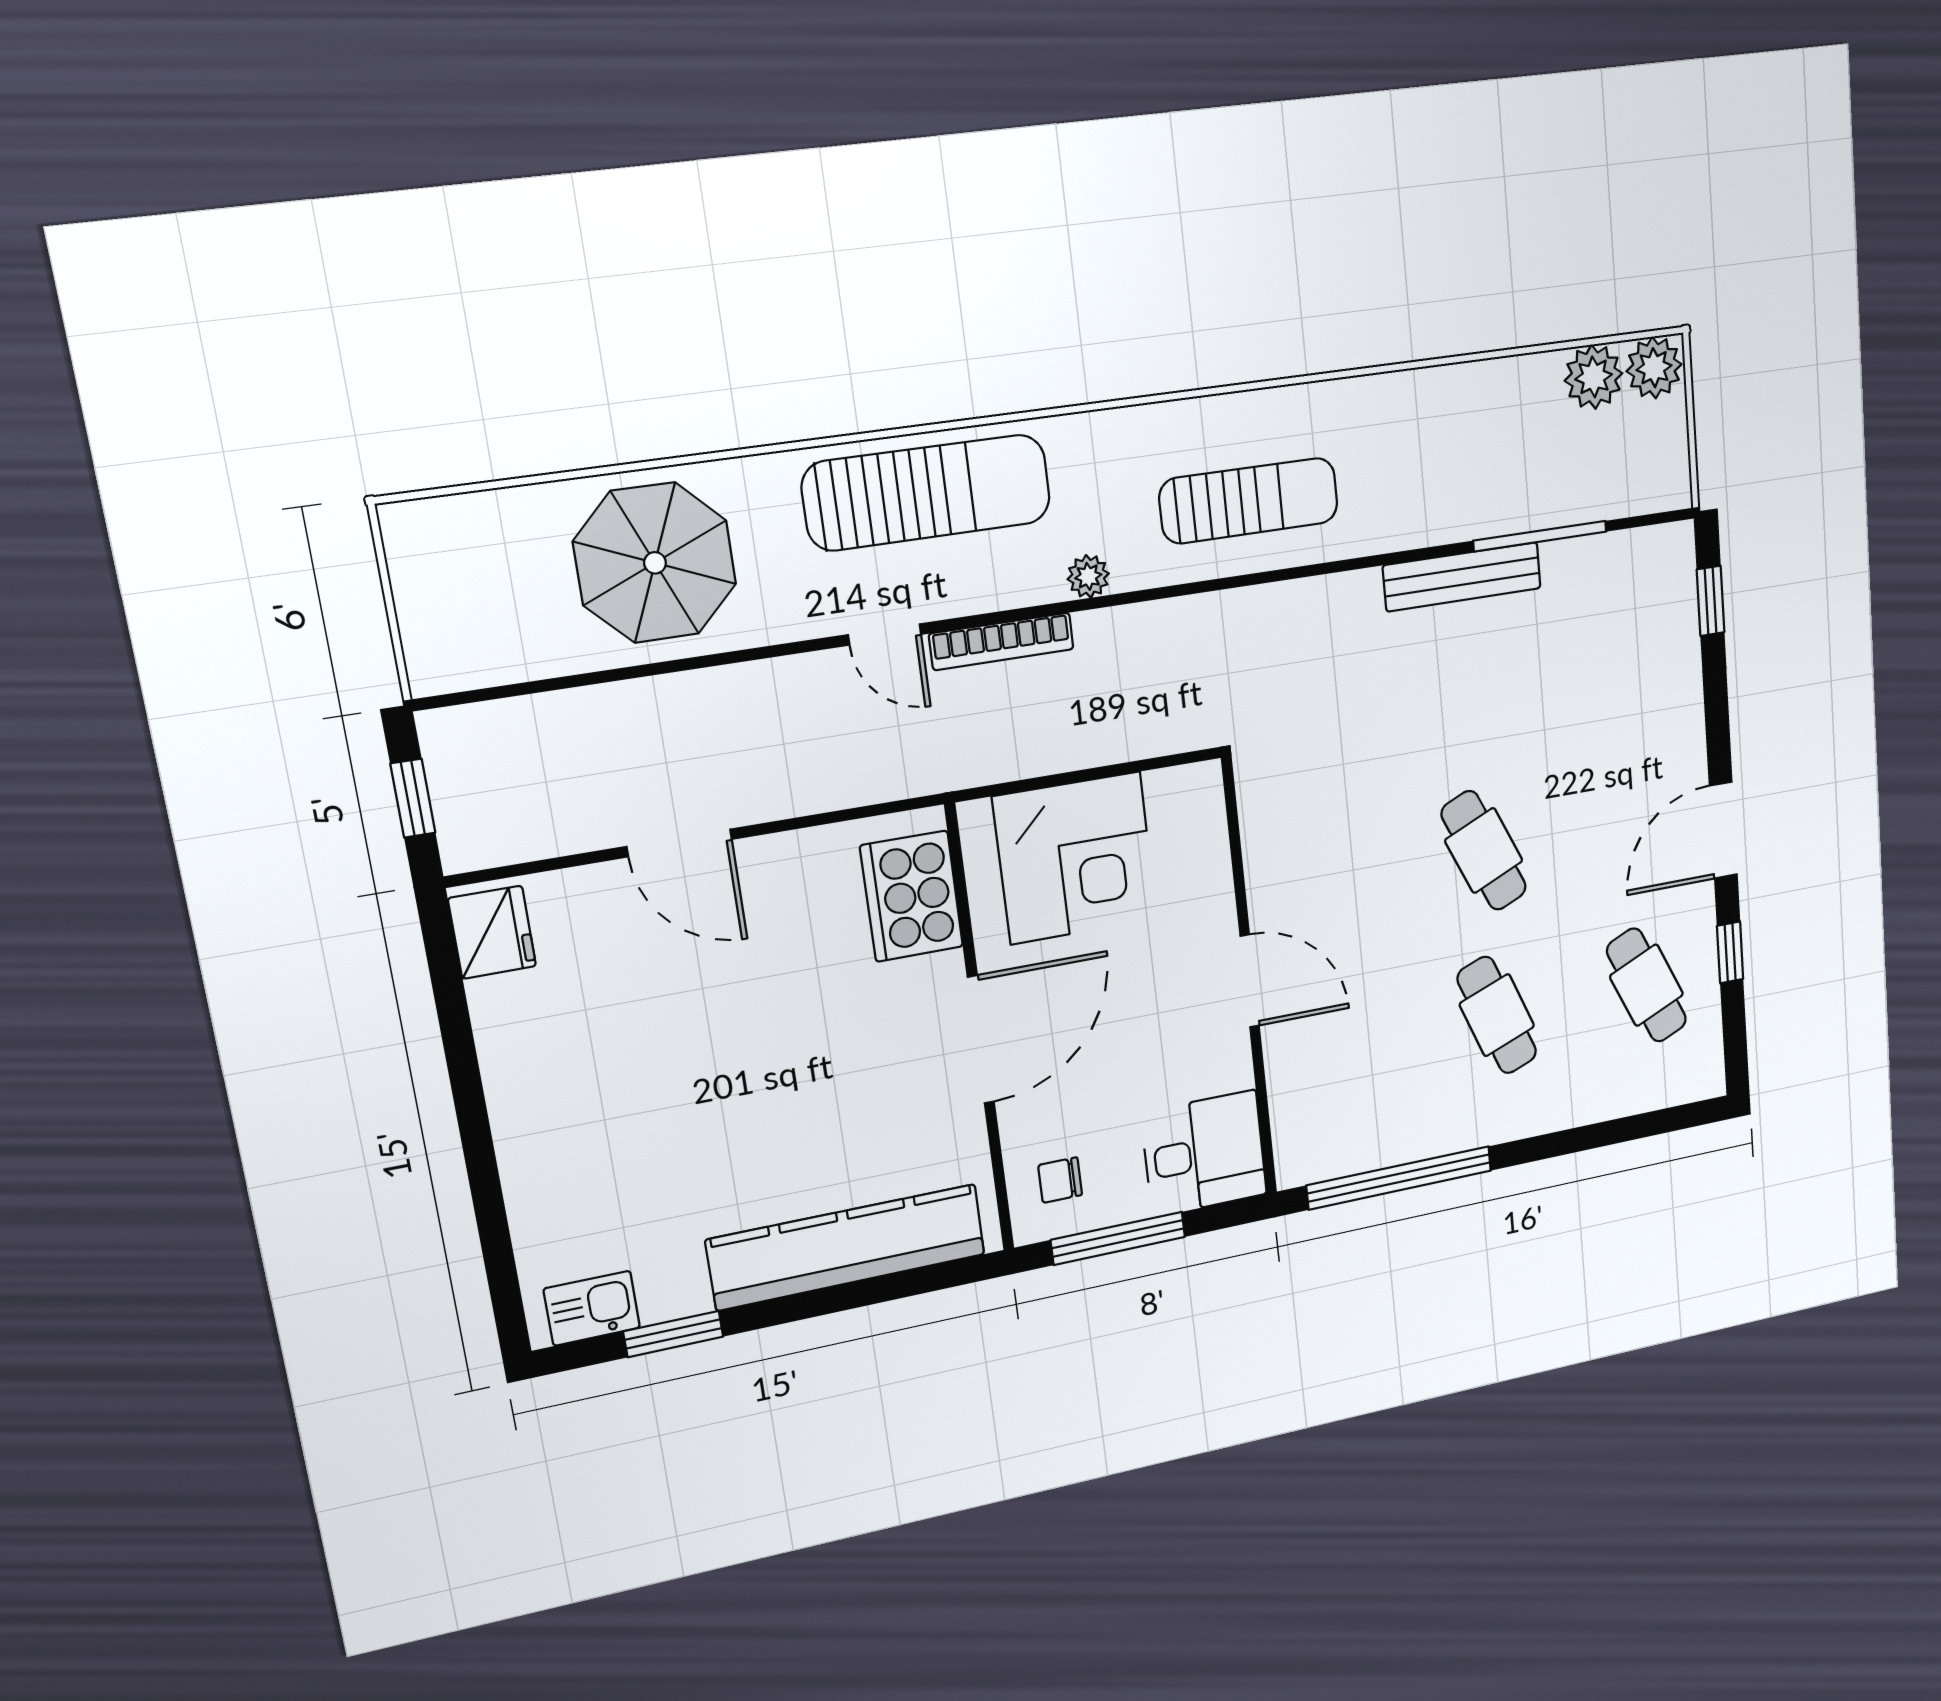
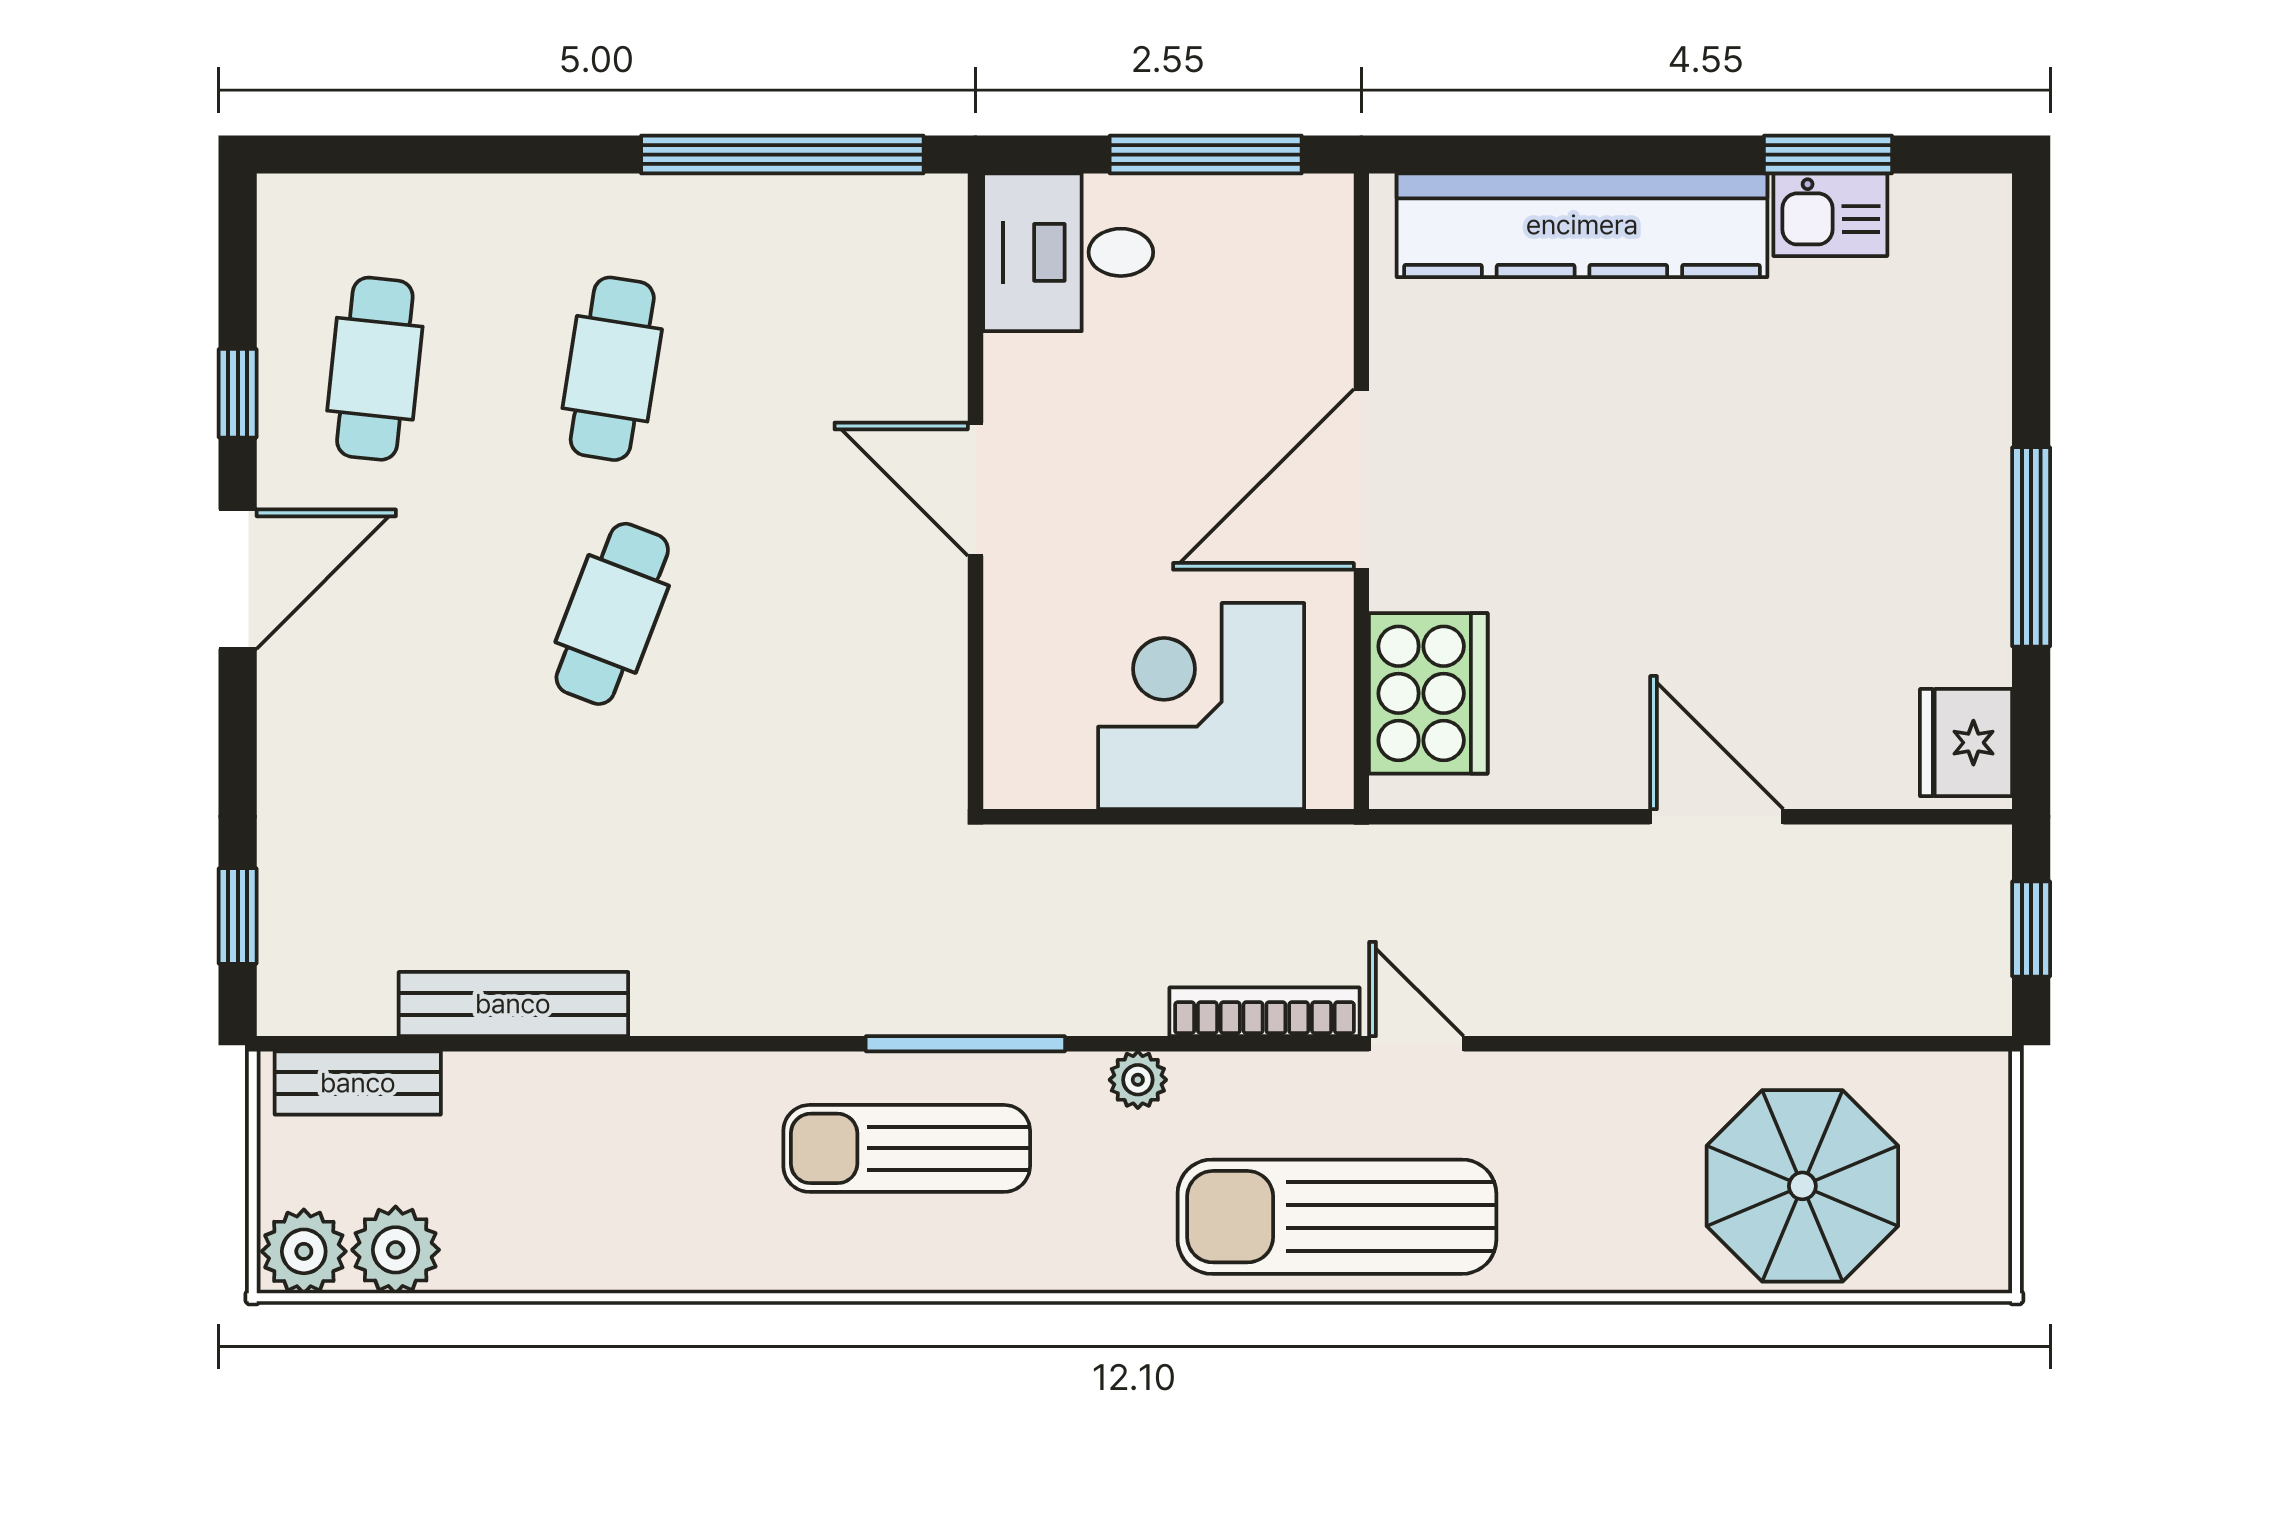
bench: (1626, 495) -> (358, 1083), added
window: (1540, 536) -> (965, 1044), moved
parasol: (655, 563) -> (1802, 1186), moved
bench: (1462, 577) -> (513, 1004), moved
cafe table: (1484, 851) -> (612, 614), turned 45
cafe table: (1647, 985) -> (375, 369), turned 30
cafe table: (1497, 1015) -> (612, 369), turned 30
window: (467, 1087) -> (2031, 547), added
chair: (1060, 1180) -> (1277, 257), removed
kitchen sink: (592, 1308) -> (1830, 215), moved

